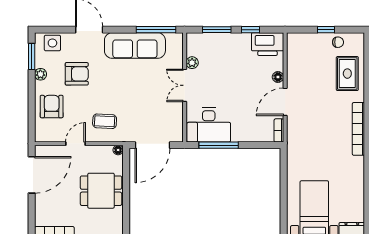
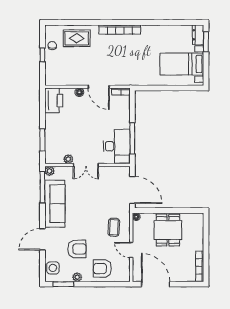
window: (250, 30) -> (42, 114), removed
plant: (177, 39) -> (50, 171), added
armchair: (77, 74) -> (77, 249), turned 90

